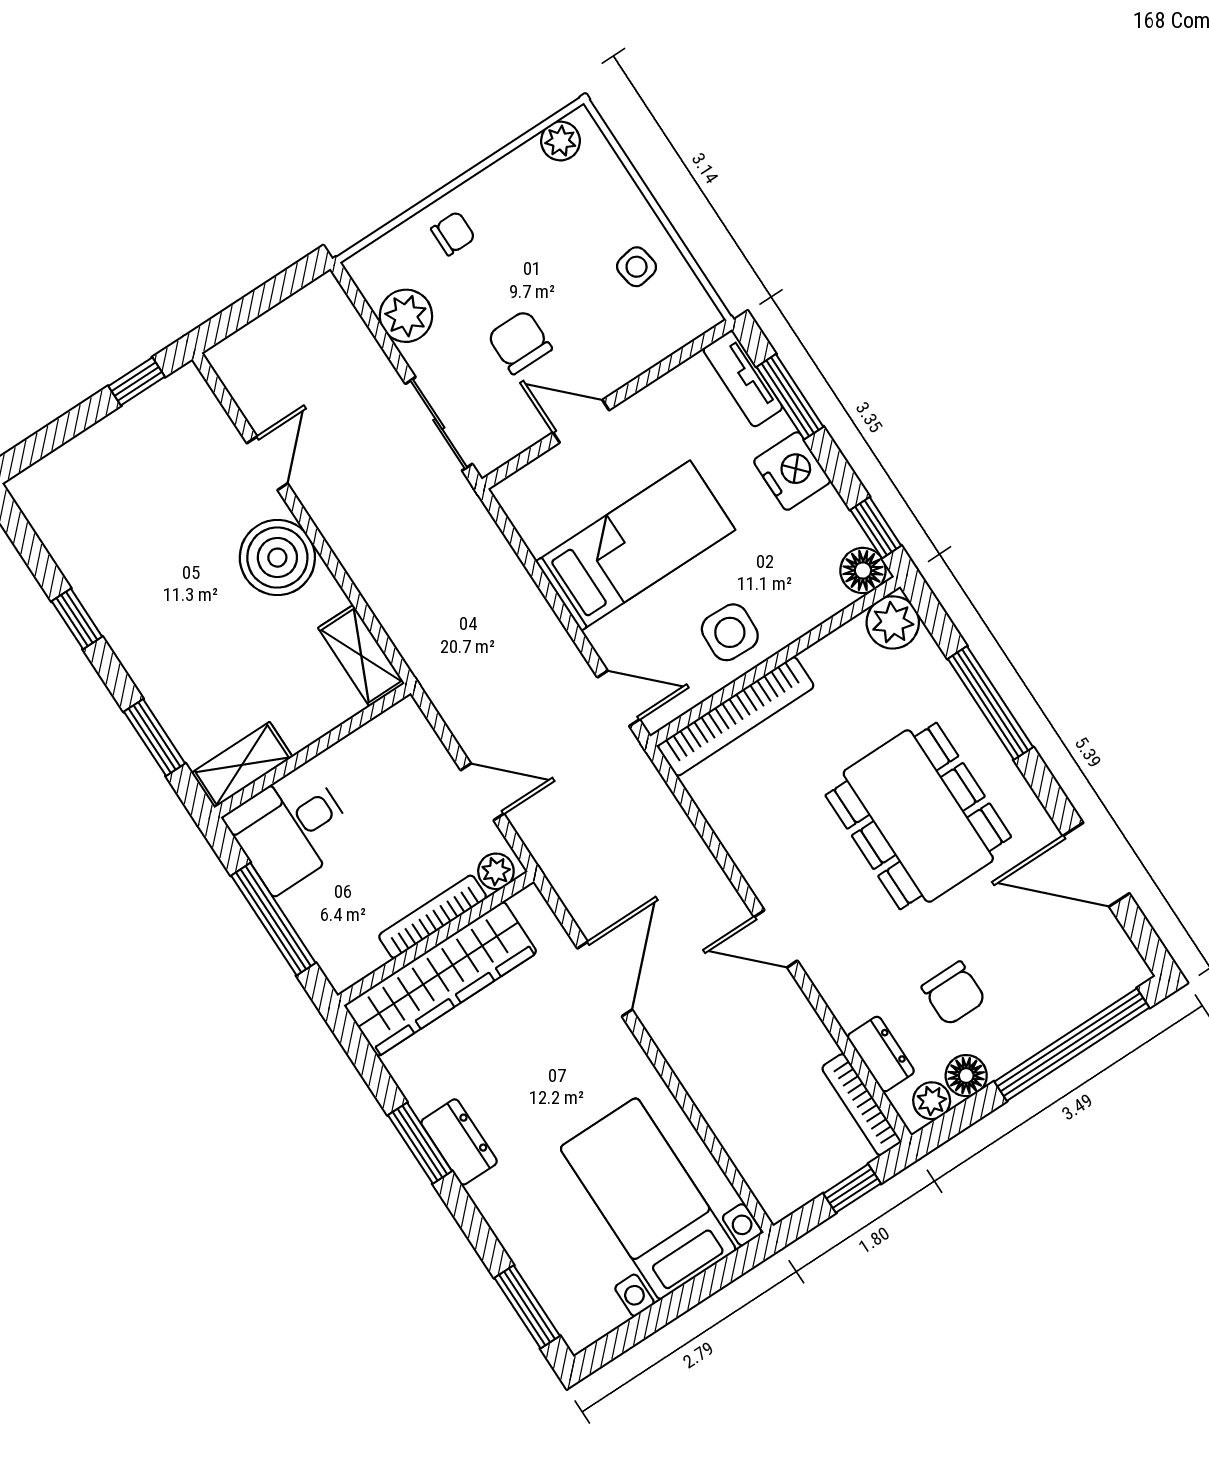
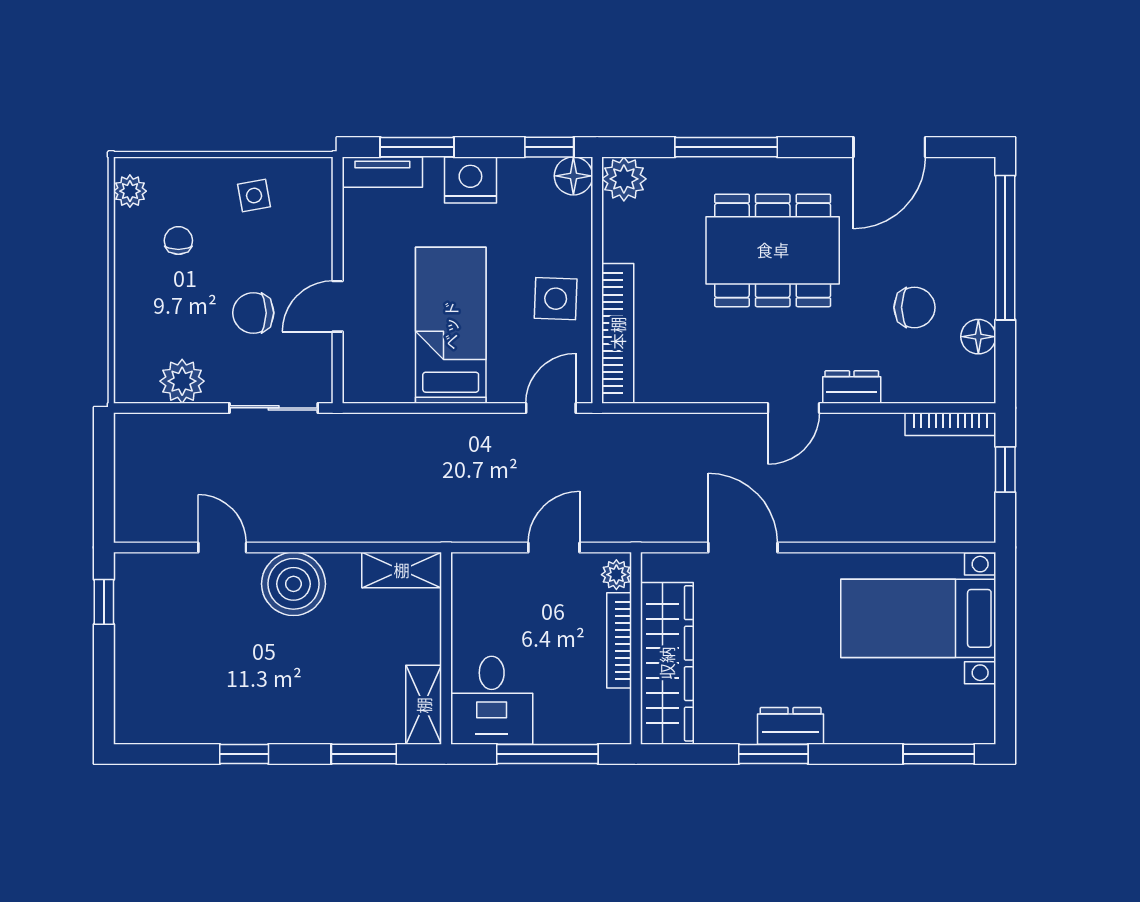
chair: (453, 233) -> (178, 240), moved
dresser: (881, 1054) -> (852, 387), moved
plant: (932, 1101) -> (980, 373), removed

